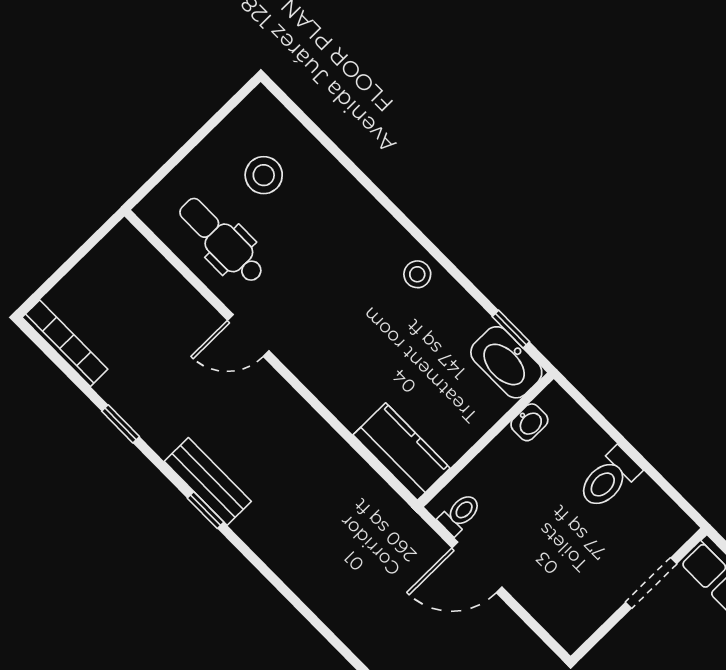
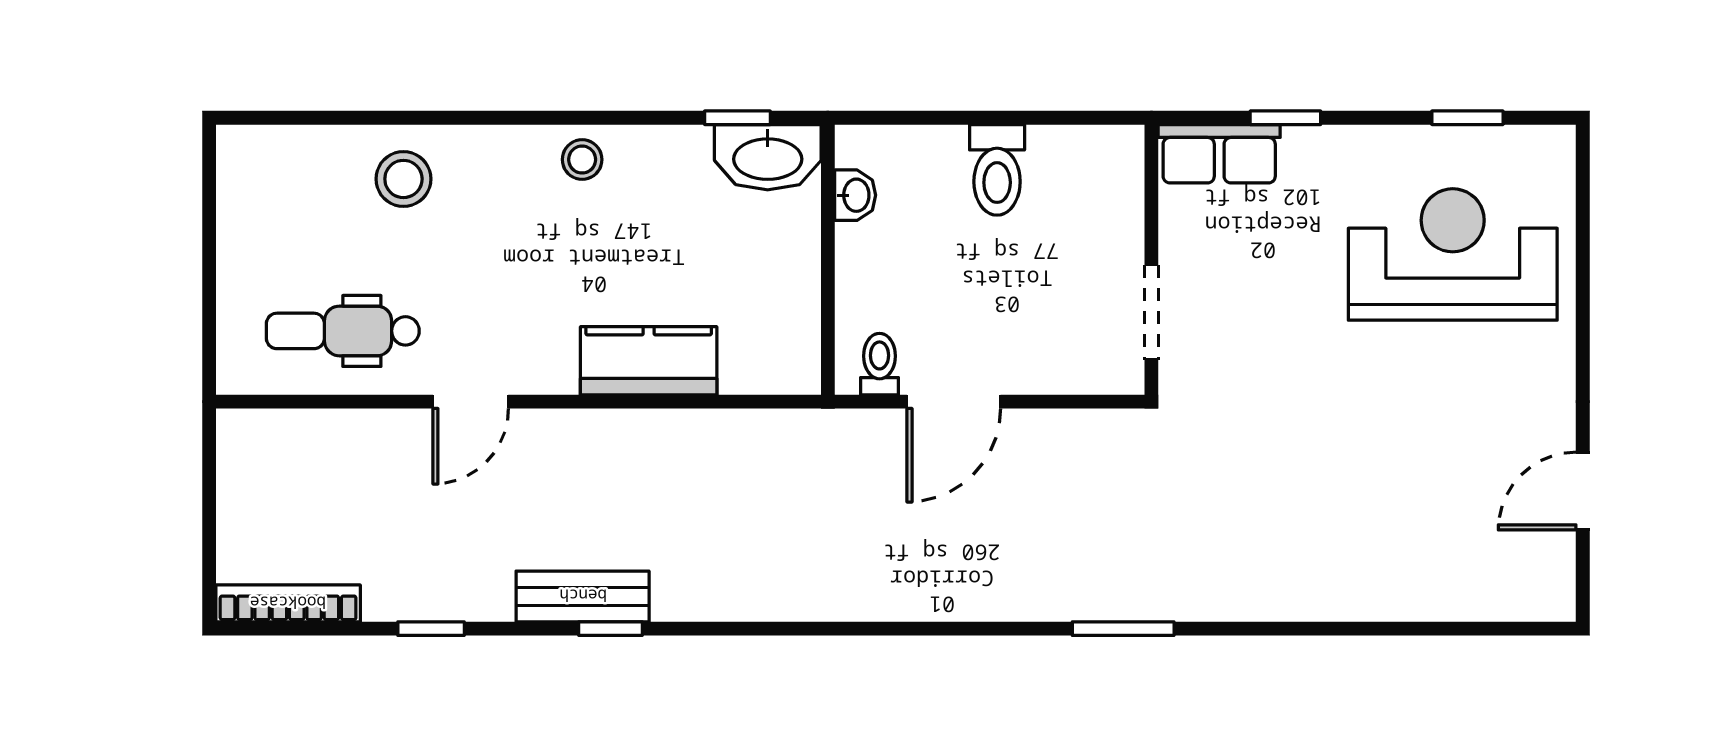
stool: (264, 175) -> (403, 179), moved
kitchen counter: (402, 452) -> (649, 361), moved
doorway: (651, 583) -> (1151, 312), moved

